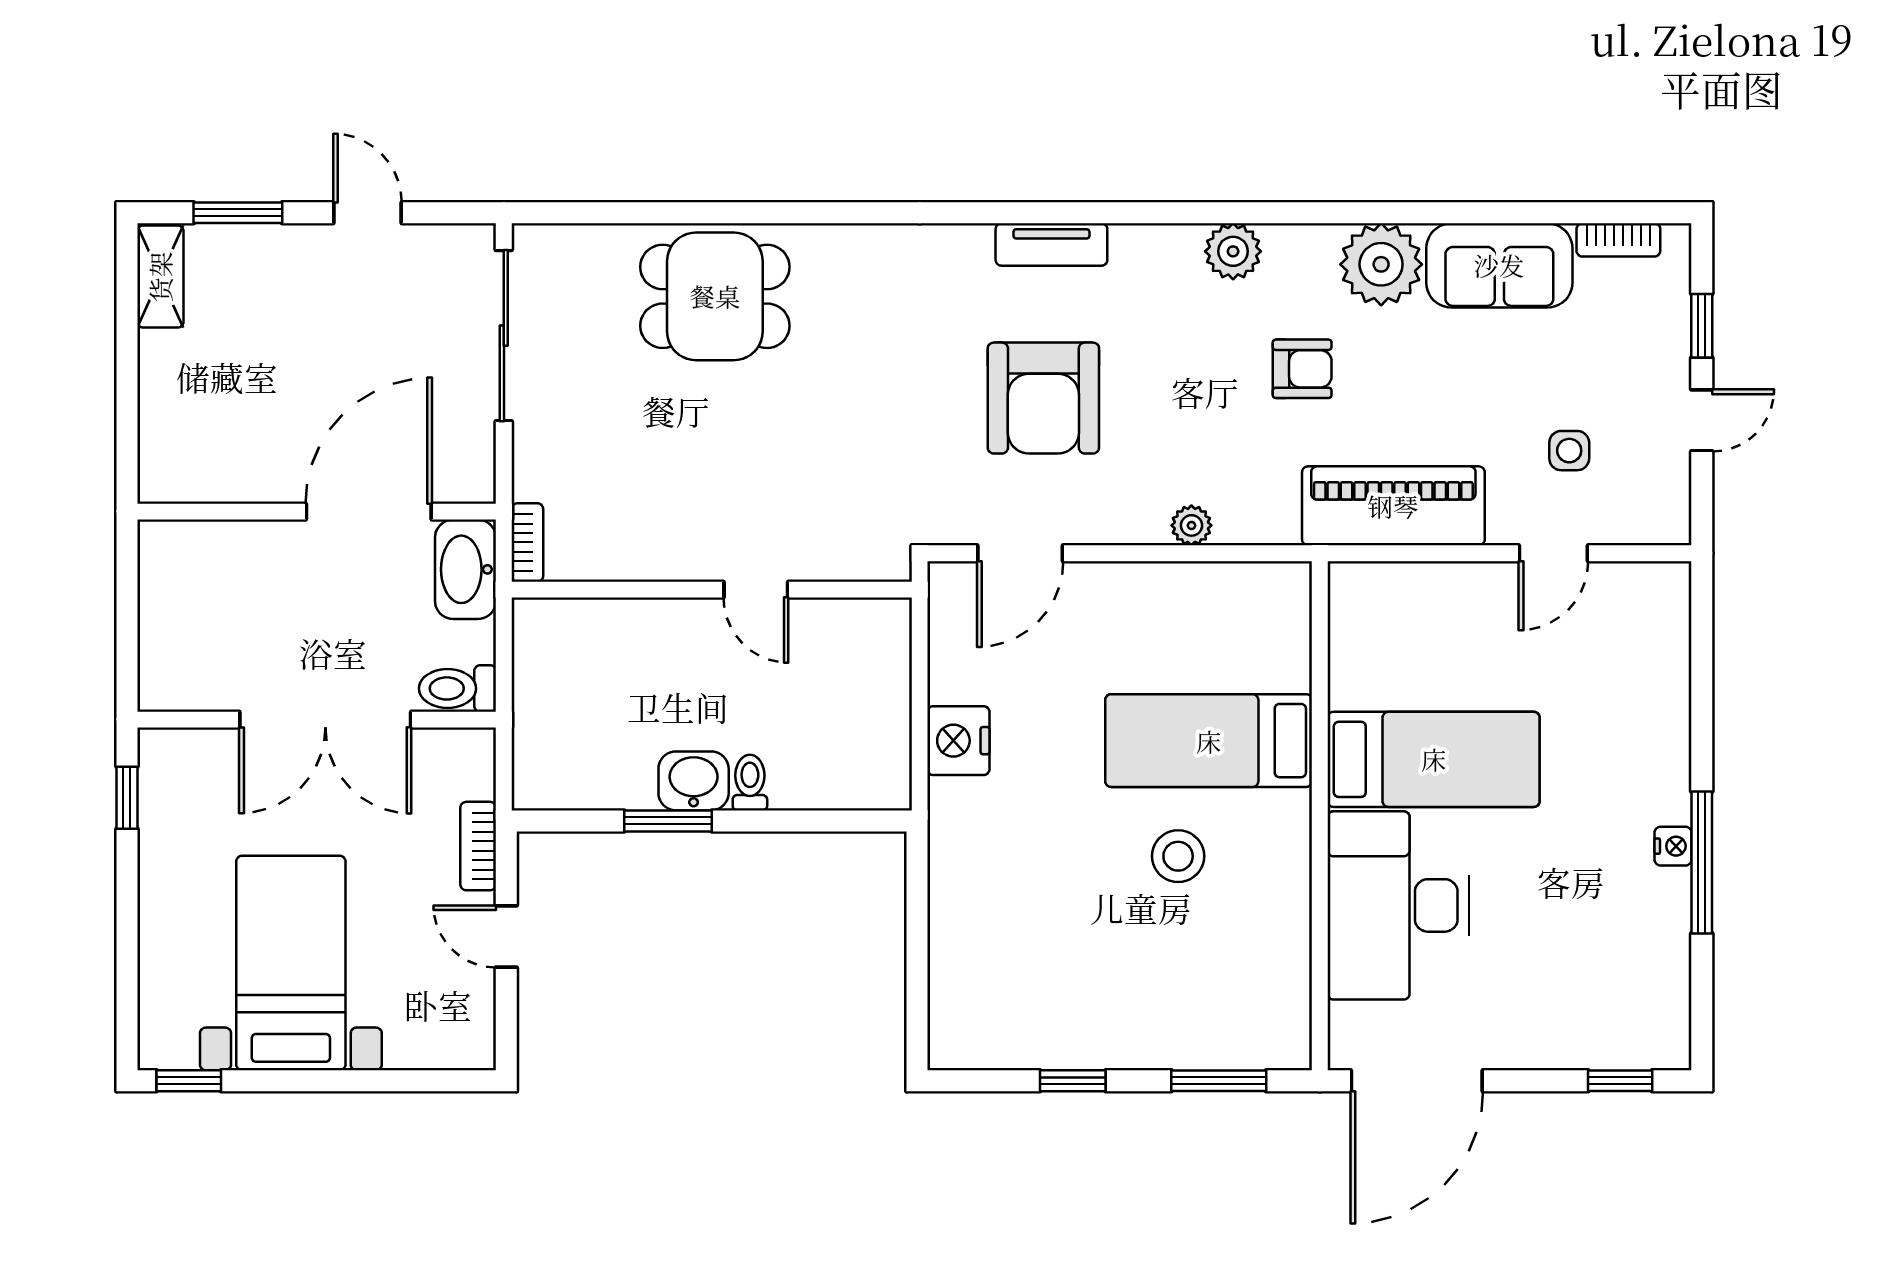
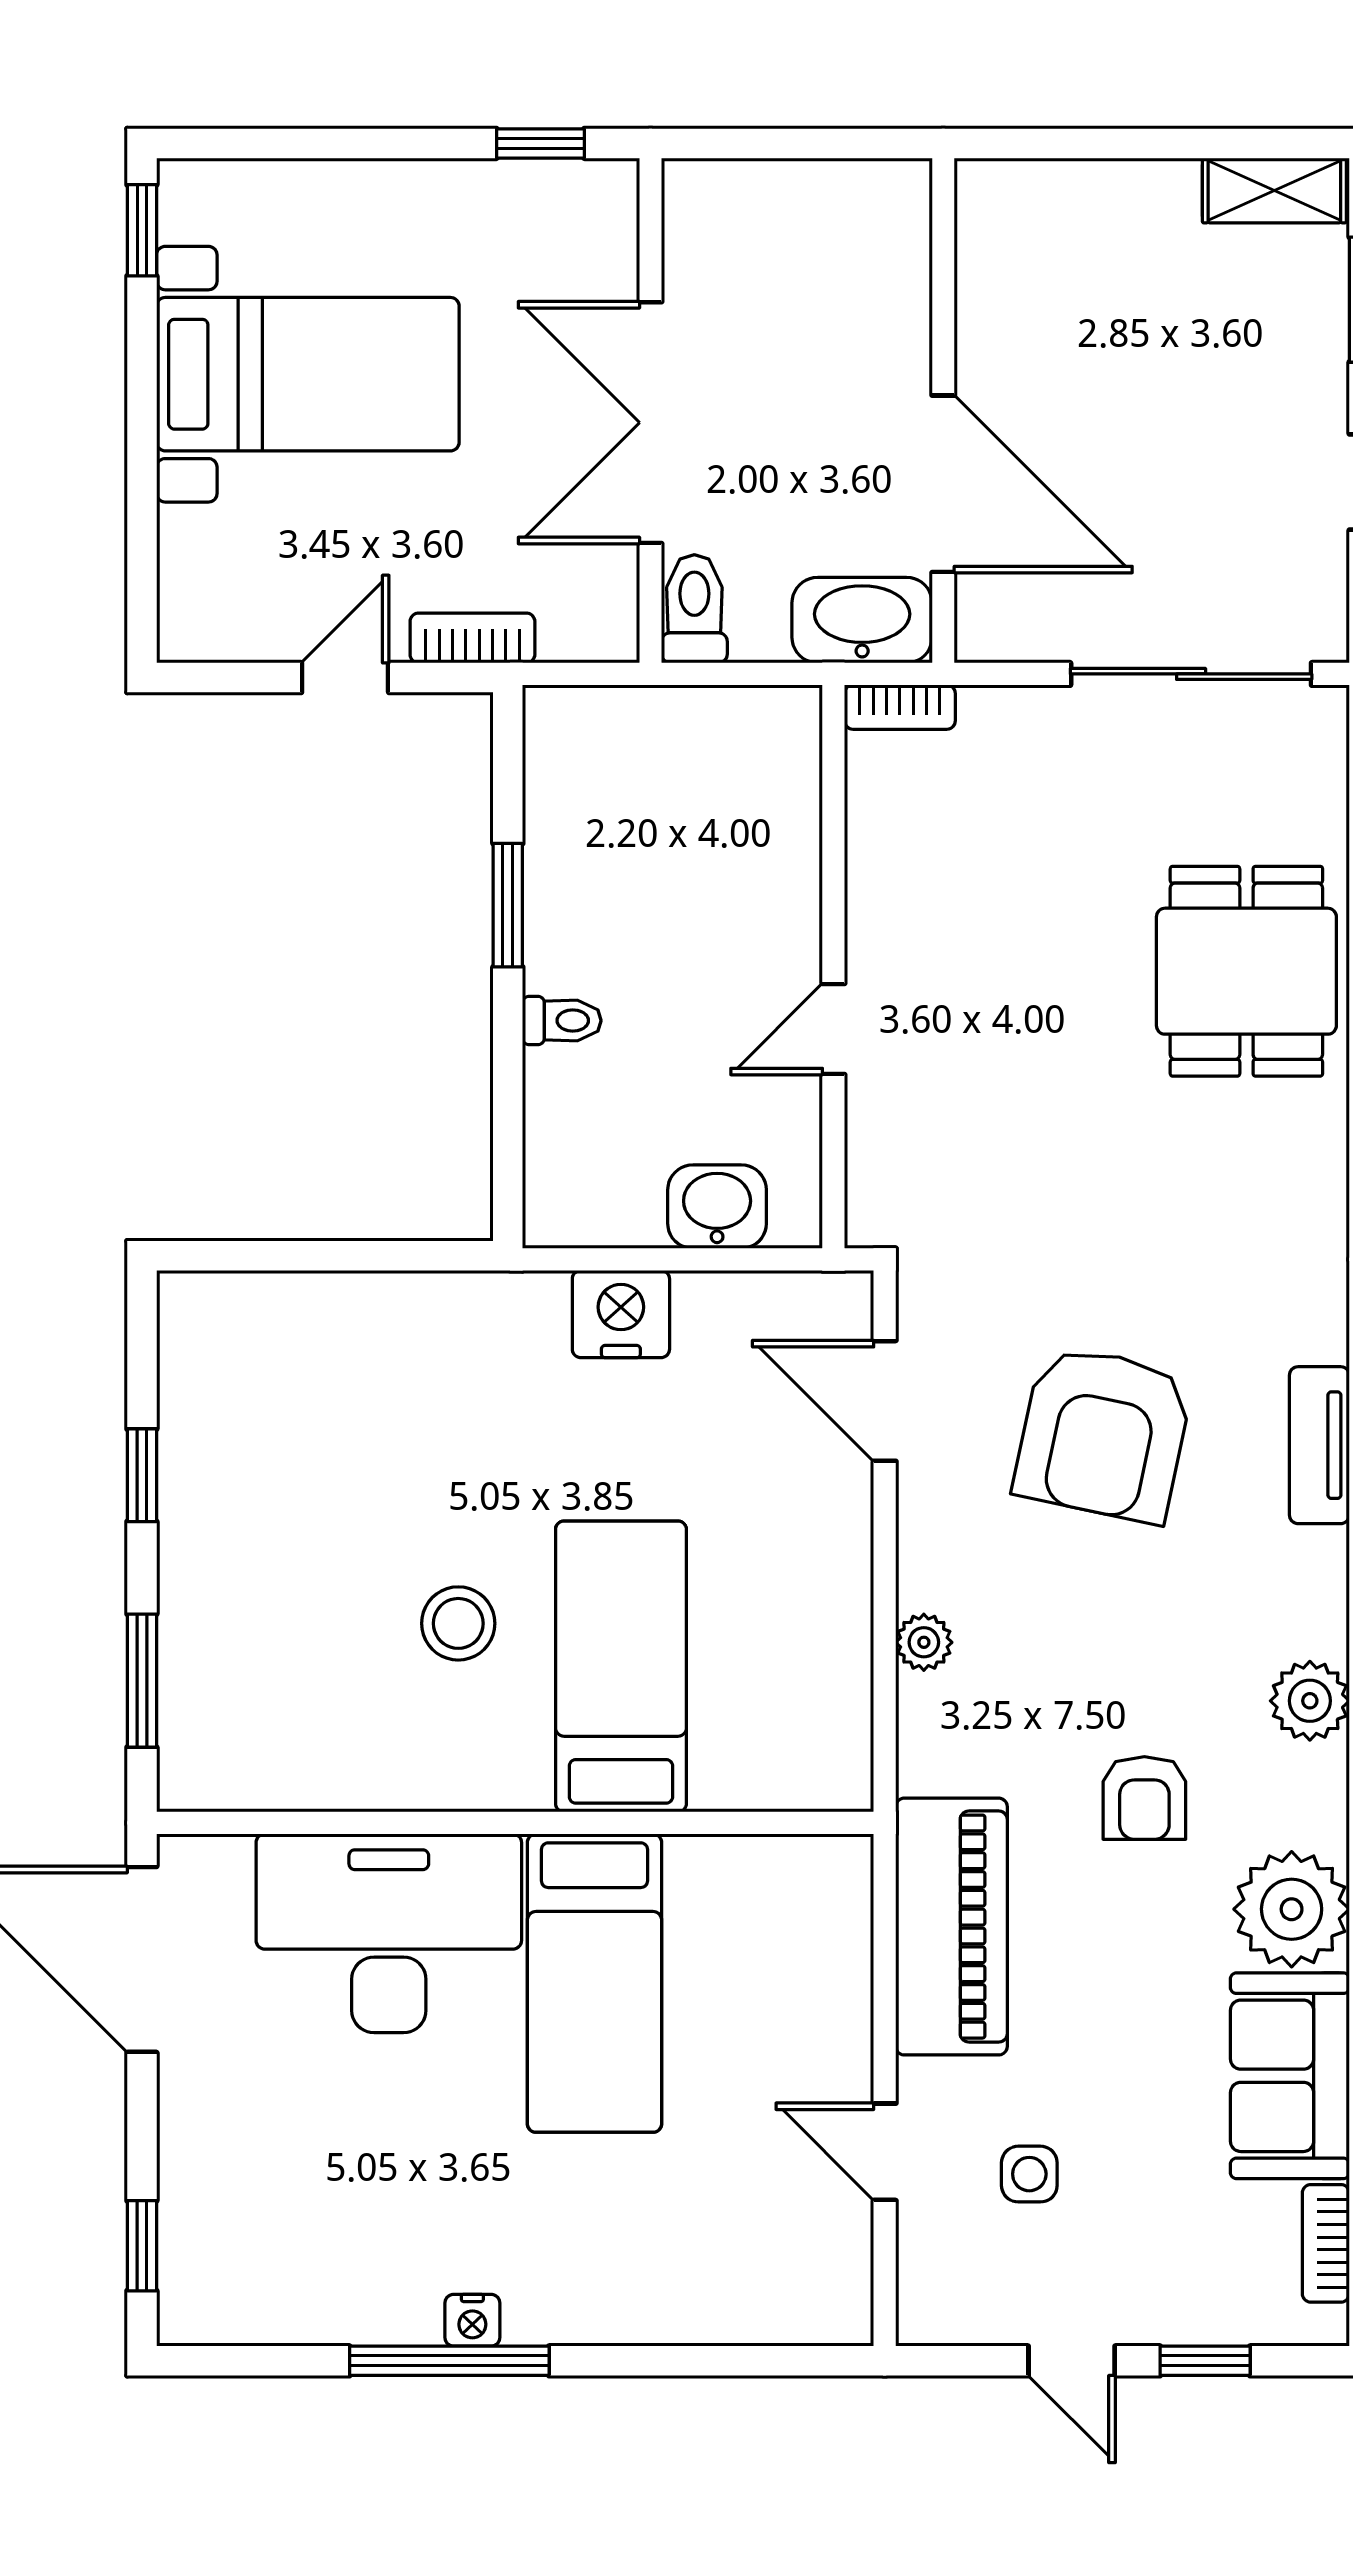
armchair: (1043, 398) -> (1103, 1434), turned -78
washbasin: (694, 781) -> (717, 1207), moved, turned -90

